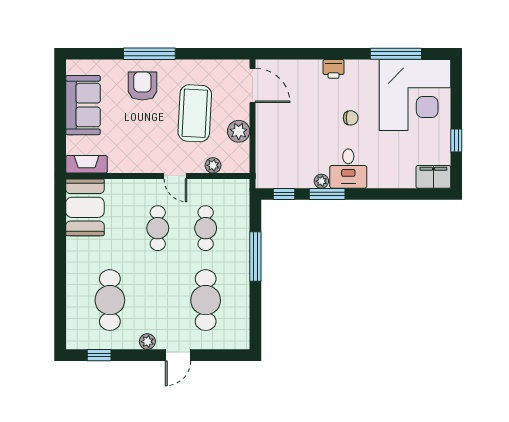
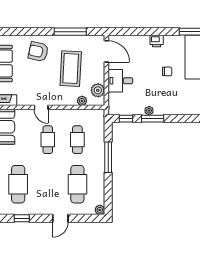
window: (149, 54) -> (70, 32), moved
armchair: (142, 86) -> (38, 52), turned -77
plant: (239, 131) -> (98, 90), moved
desk: (348, 169) -> (120, 81), moved, turned 90
door: (175, 176) -> (41, 107), moved
plant: (147, 342) -> (100, 210), moved
window: (99, 355) -> (22, 218), moved

